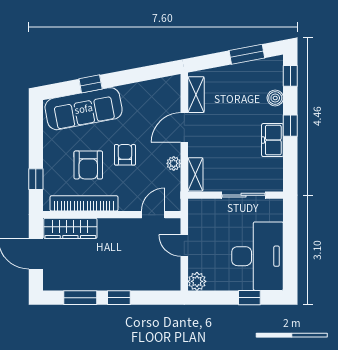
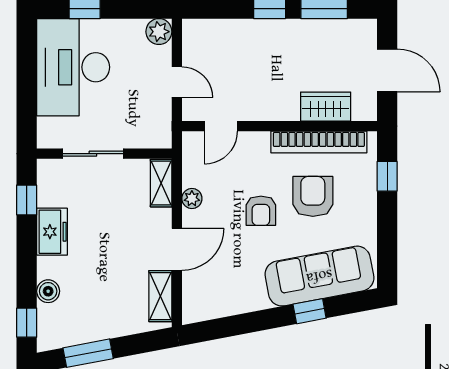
window: (290, 126) -> (27, 200), moved
wardrobe: (70, 228) -> (326, 107), width x0.67

